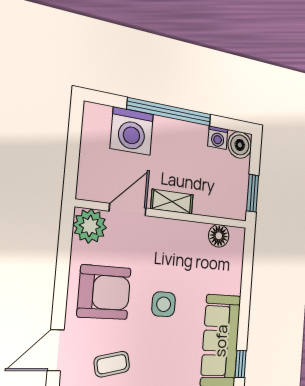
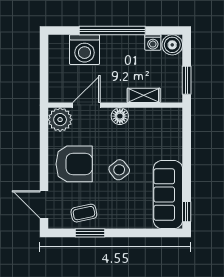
shelving: (172, 202) -> (144, 95), moved
floor lamp: (219, 236) -> (120, 116), moved
side table: (164, 304) -> (119, 170), turned -38
door: (56, 350) -> (44, 204), hinge flipped

